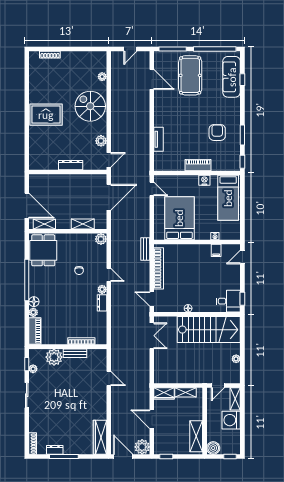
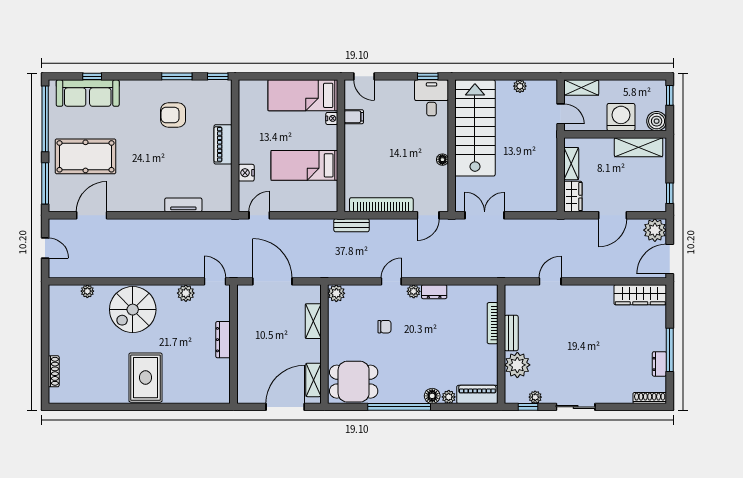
nightstand: (204, 180) -> (246, 173), moved
bed: (228, 198) -> (303, 95), moved, turned 180
bed: (179, 218) -> (304, 165), width x0.67
washing machine: (231, 420) -> (621, 117), moved, turned 180

